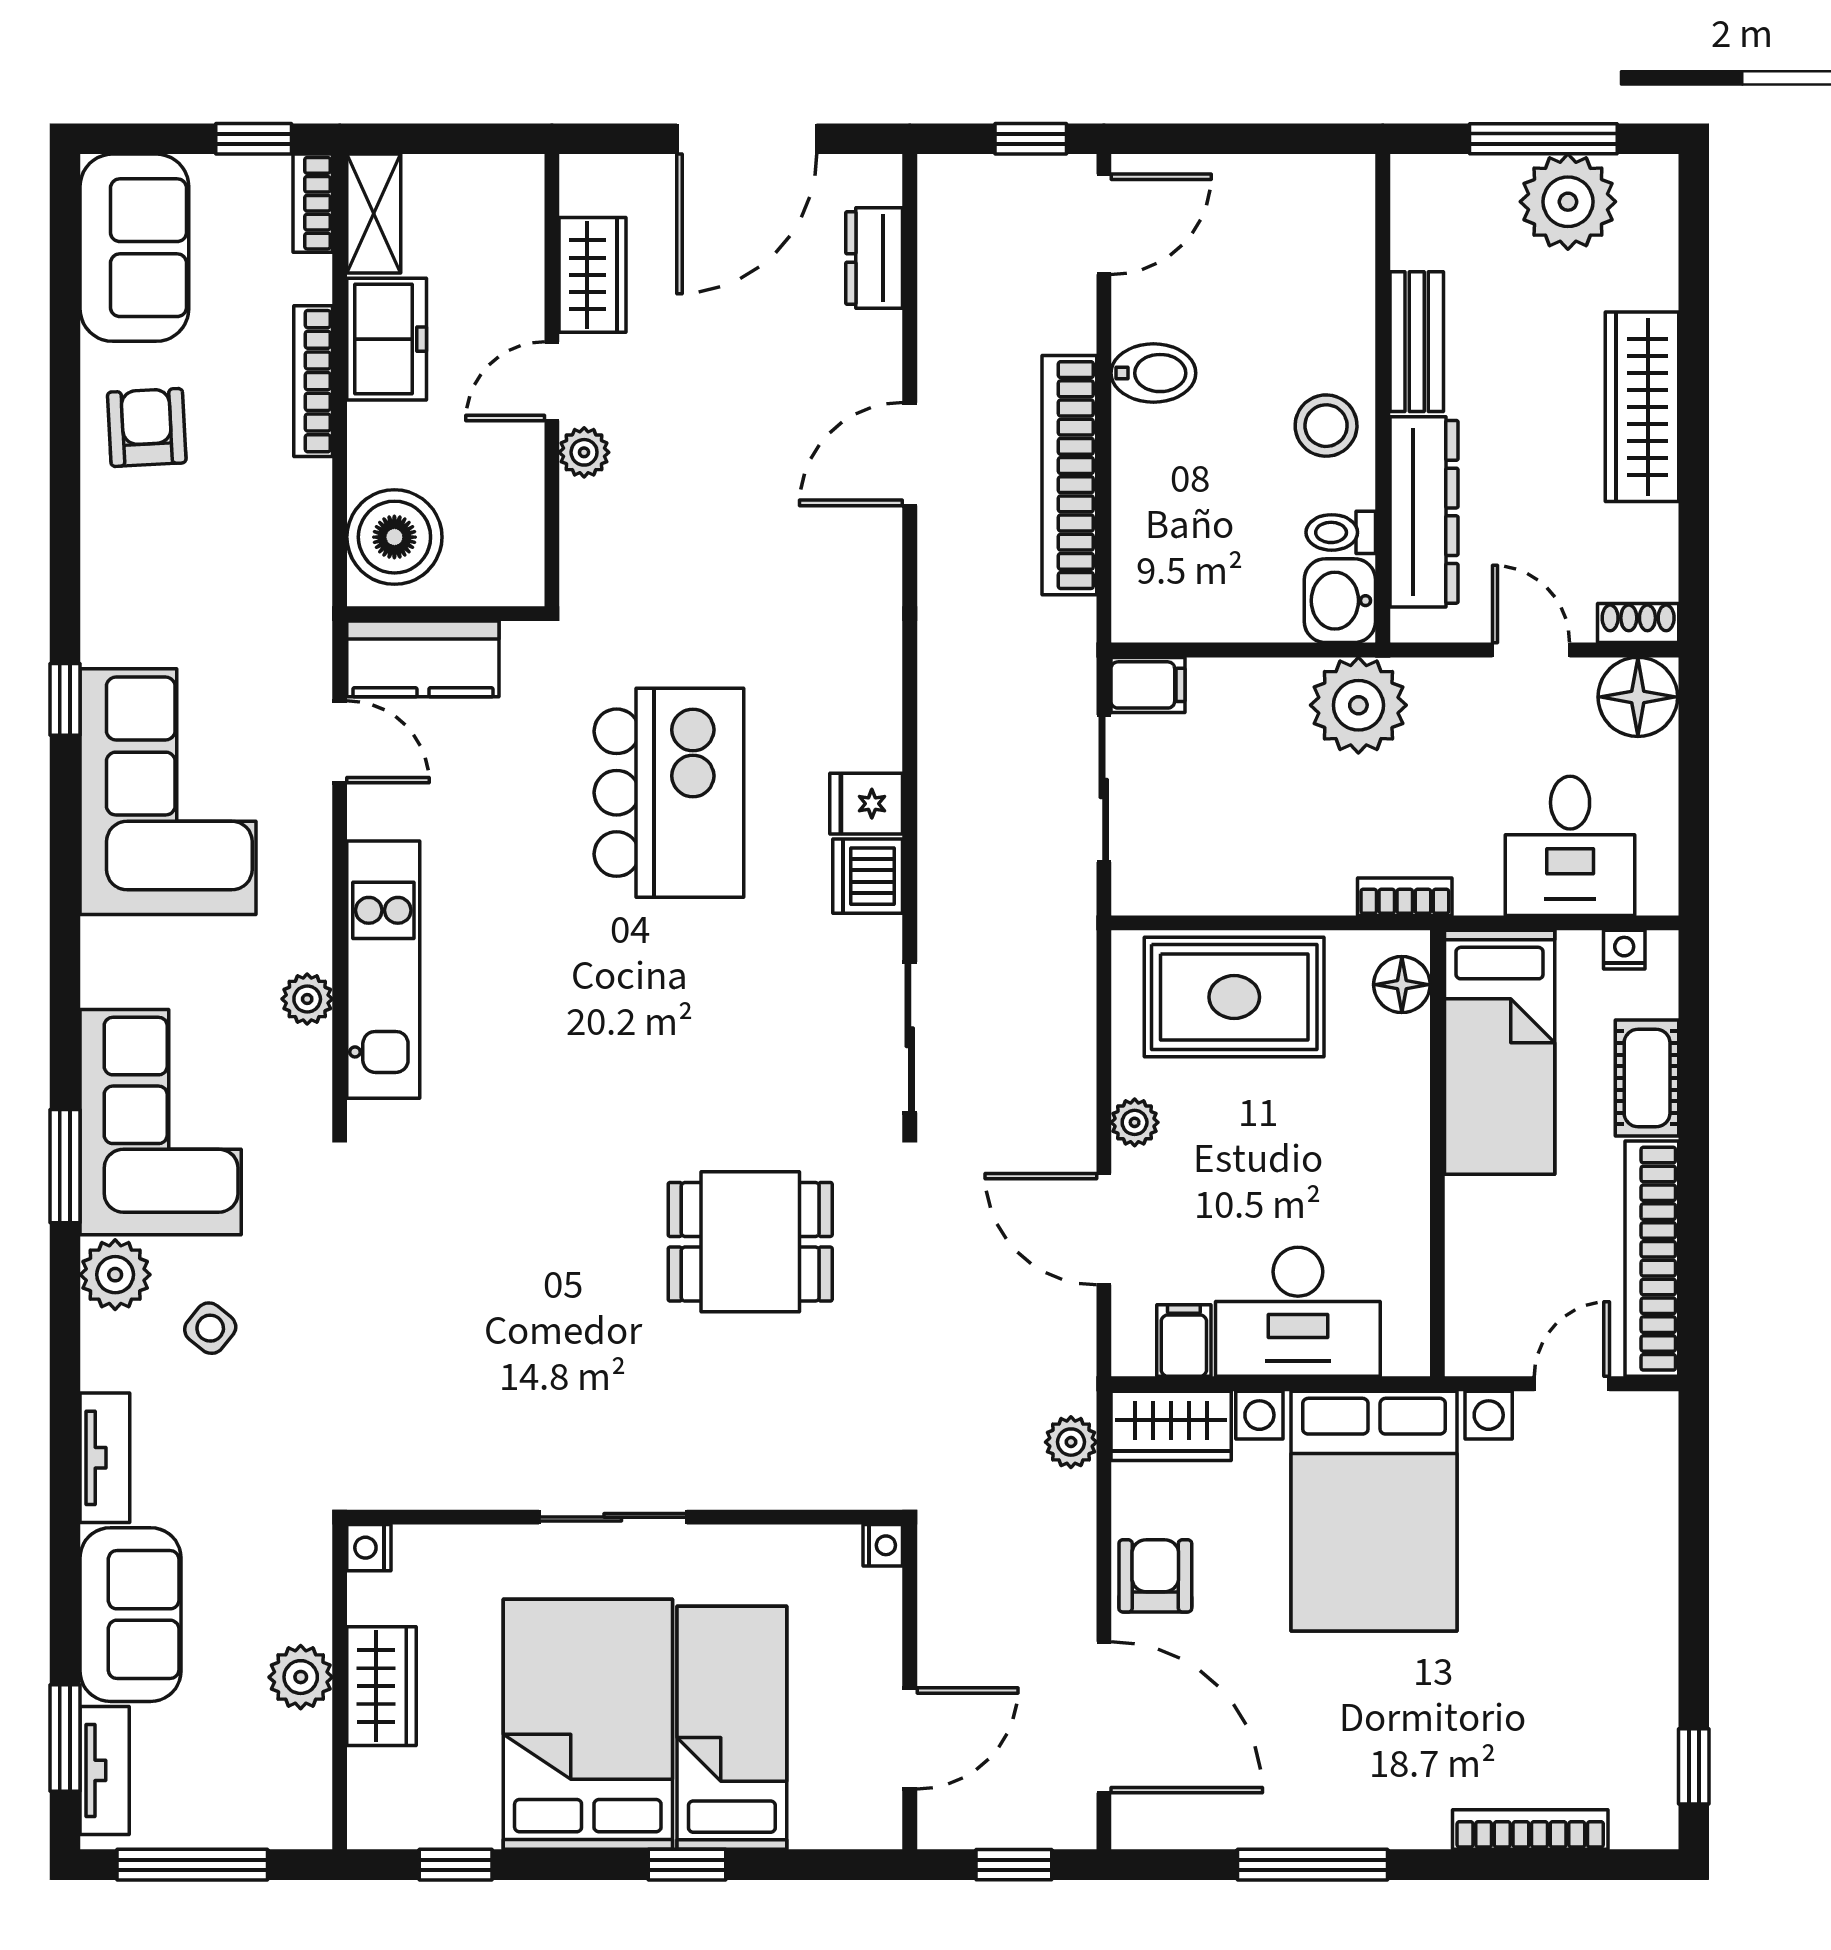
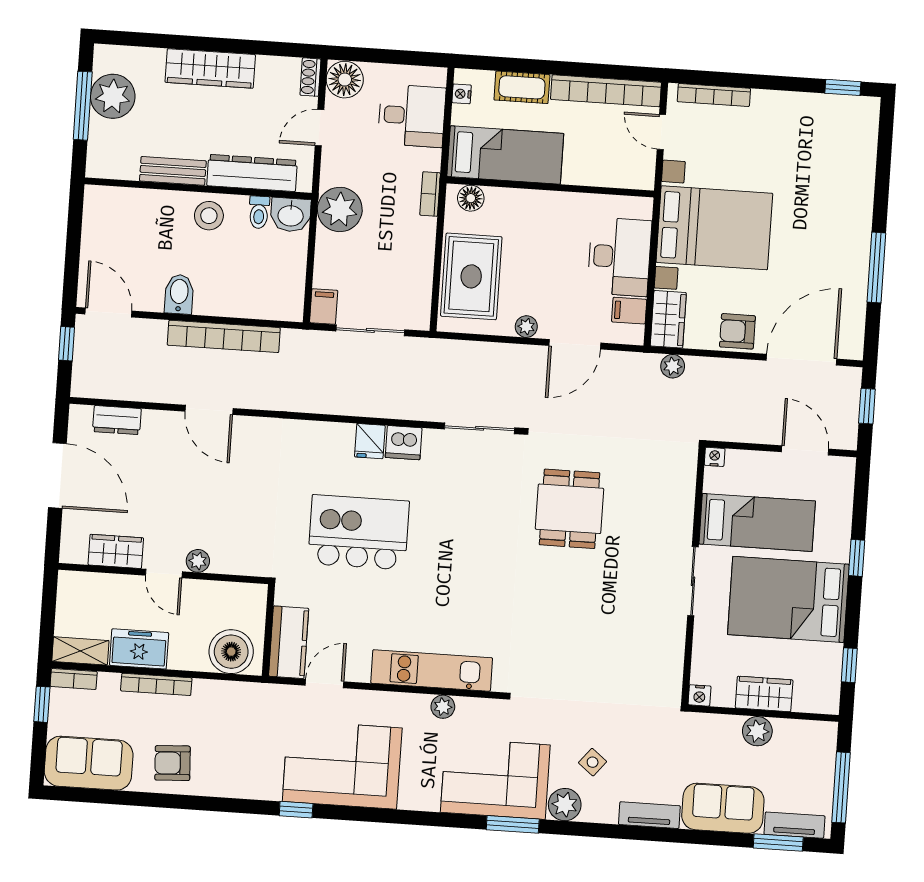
bed: (732, 1728) -> (757, 522), moved, turned 180
bookcase: (1530, 1830) -> (714, 95), moved, turned -90

